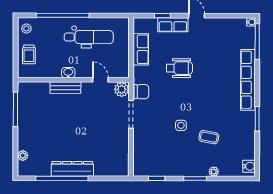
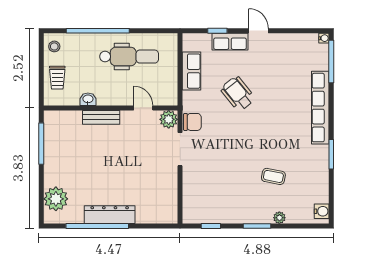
wheelchair: (179, 68) -> (238, 94), turned -129
washbasin: (68, 73) -> (88, 99), moved
side table: (181, 125) -> (240, 162), removed
plant: (23, 155) -> (56, 199), width x1.88, depth x1.88

